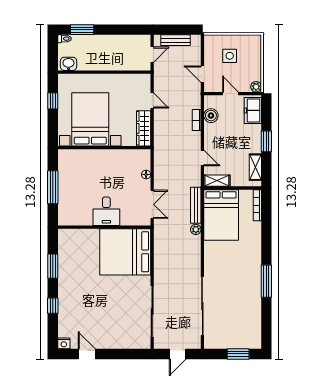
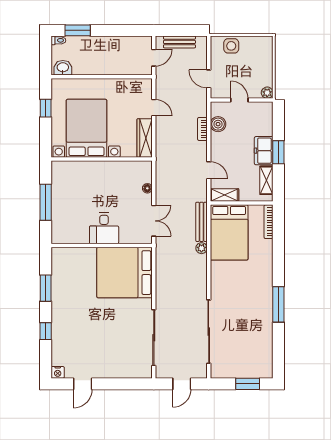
side table: (230, 56) -> (231, 46), moved
freezer: (253, 110) -> (264, 151), moved
door: (87, 354) -> (83, 384), swing flipped

